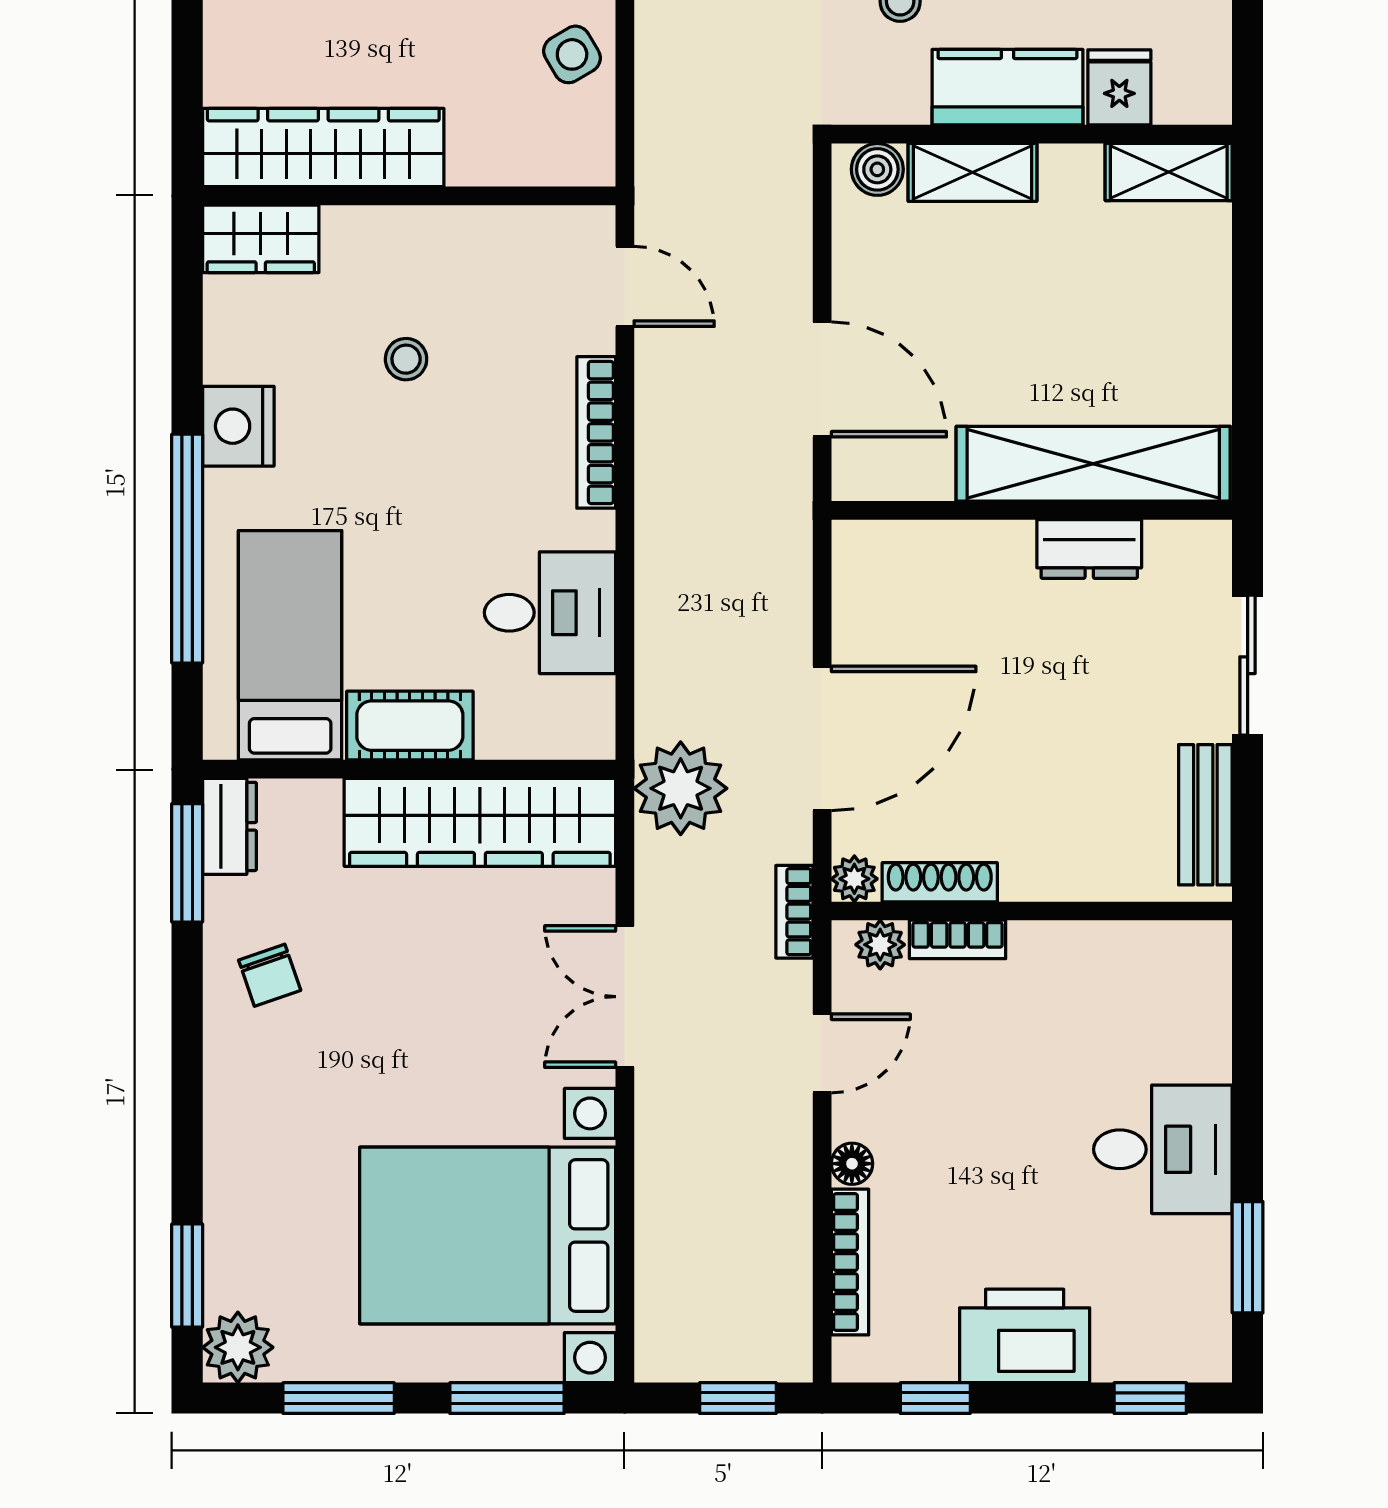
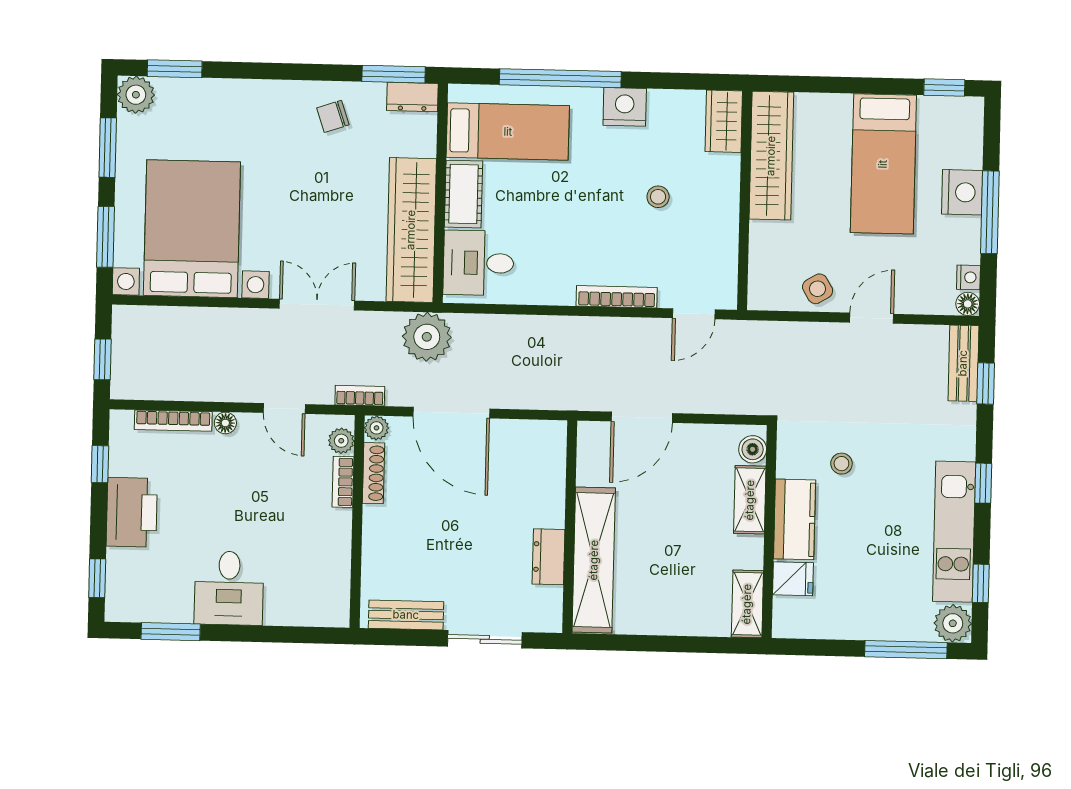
desk: (550, 613) -> (478, 263), moved, turned 90

